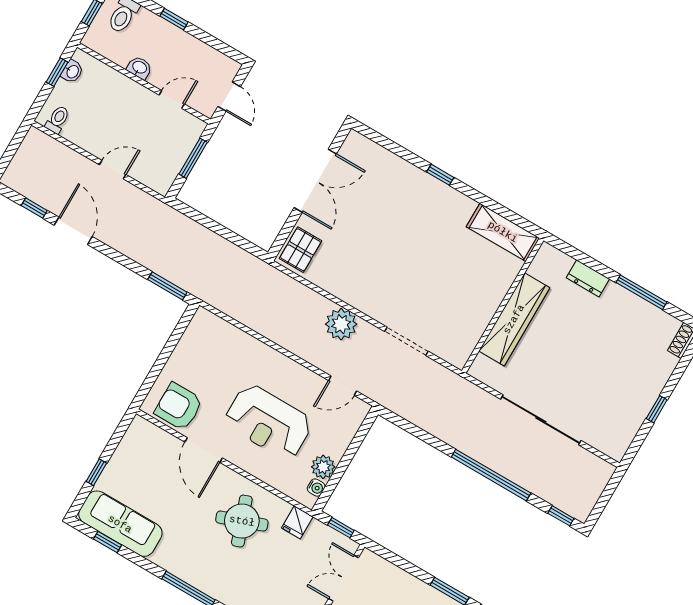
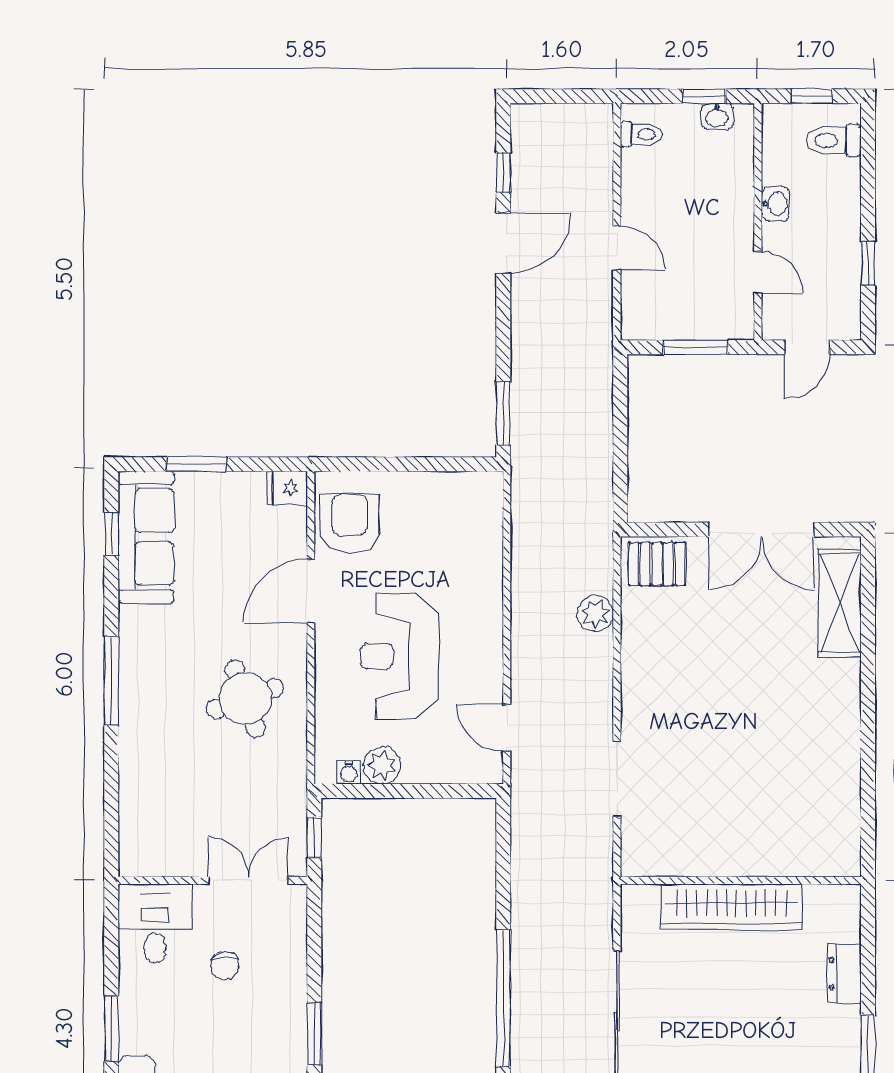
window: (174, 19) -> (868, 263), moved
window: (440, 175) -> (868, 693), removed
shelving: (503, 232) -> (839, 603), moved
plant: (341, 324) -> (595, 613), moved, width x0.73, depth x0.73
window: (96, 472) -> (196, 464), width x1.50
fridge: (297, 522) -> (287, 488), moved

